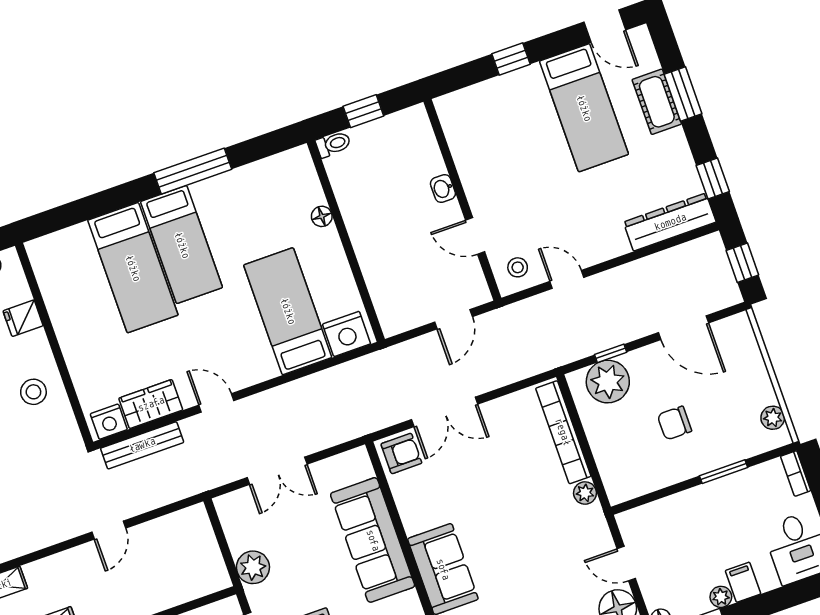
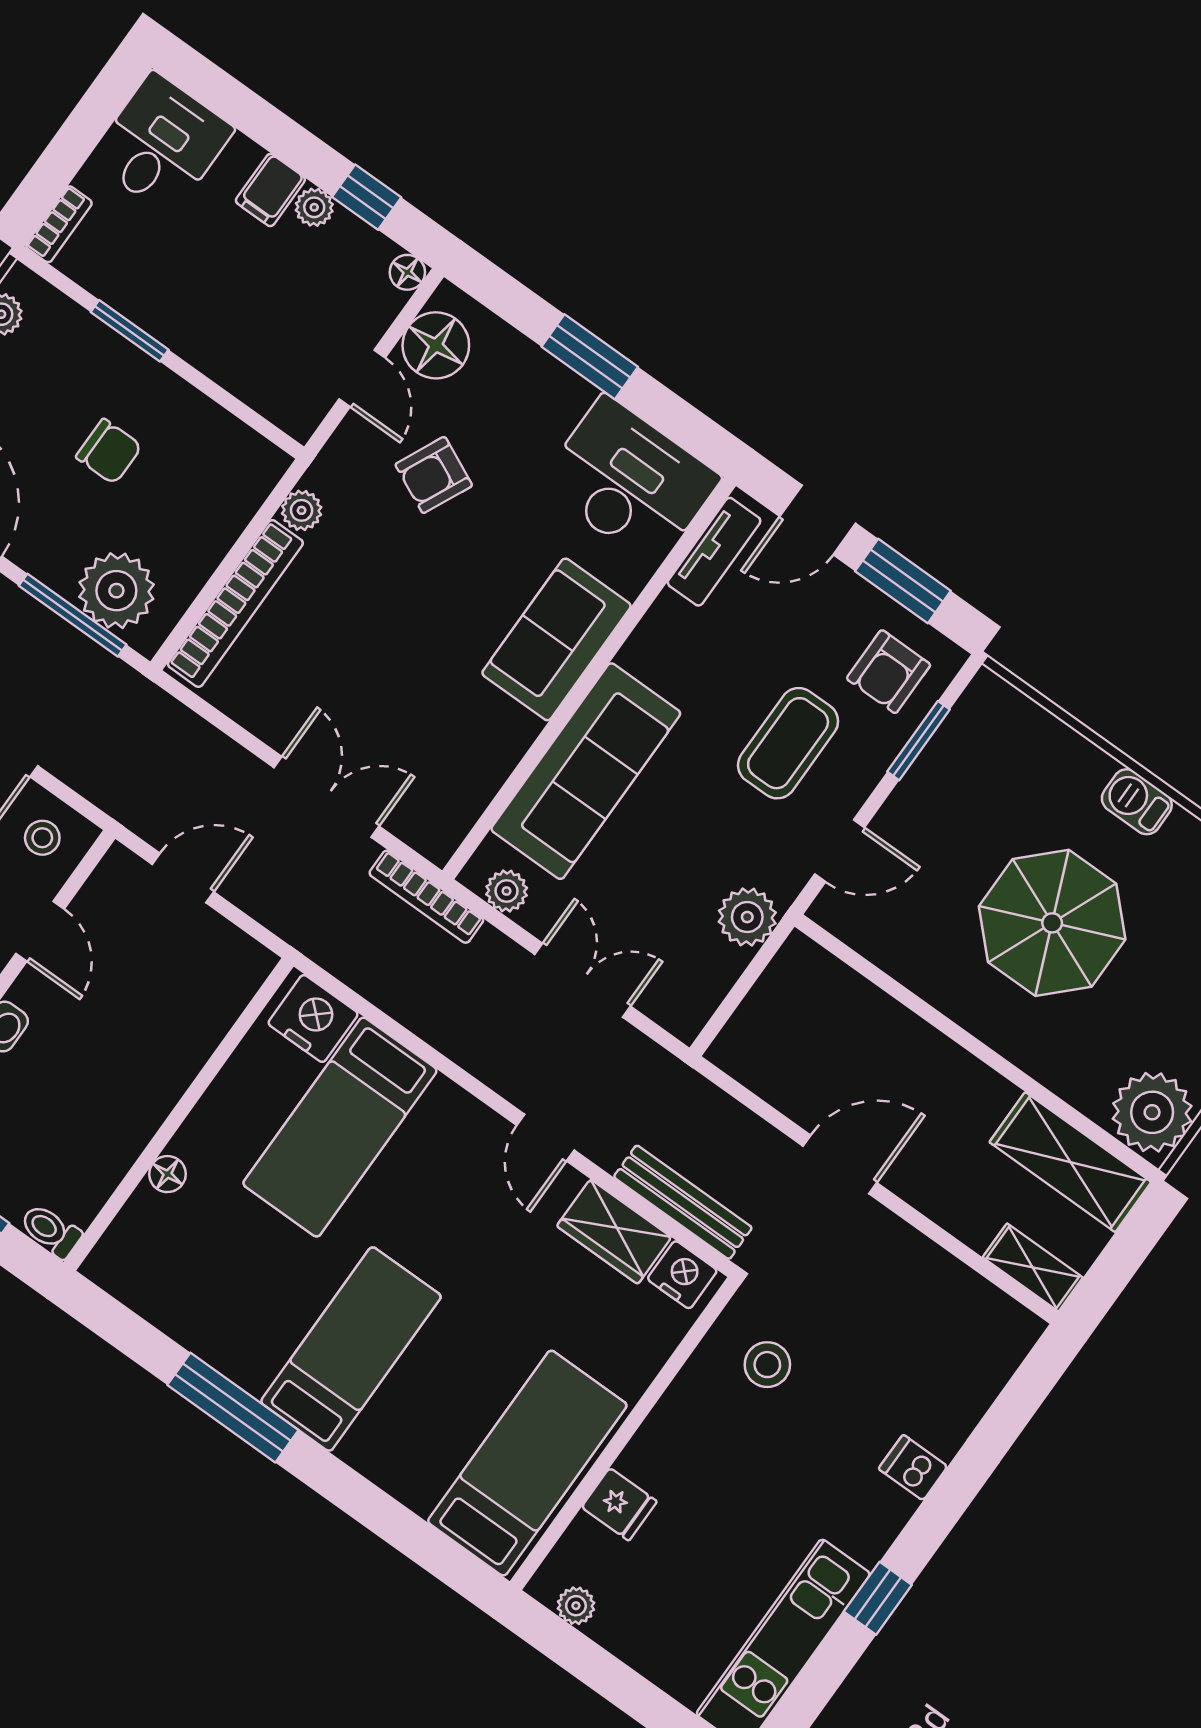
bed: (133, 268) -> (527, 1463), moved
window: (611, 353) -> (73, 615), width x2.17
stool: (33, 392) -> (767, 1365), moved
bookcase: (366, 426) -> (426, 897), added
armchair: (401, 453) -> (434, 475), moved, turned -65
plant: (343, 465) -> (507, 891), added
door: (109, 530) -> (840, 1164), width x1.38

